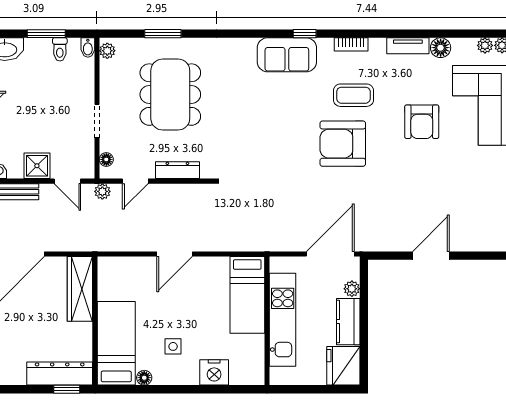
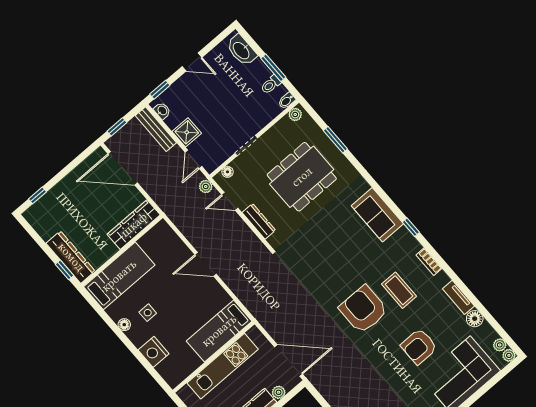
sofa: (287, 55) -> (377, 215), moved
floor lamp: (144, 378) -> (124, 325), moved

